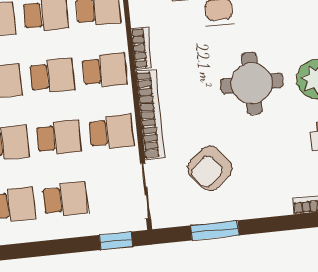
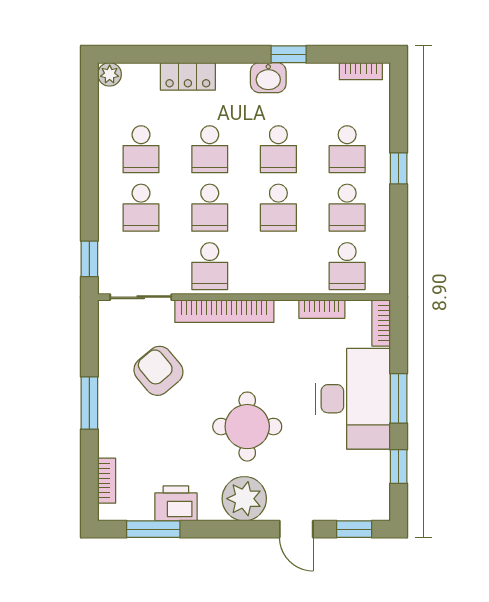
bookcase: (141, 48) -> (322, 309), moved
school desk: (105, 70) -> (278, 266), removed
window: (215, 230) -> (89, 403), moved

